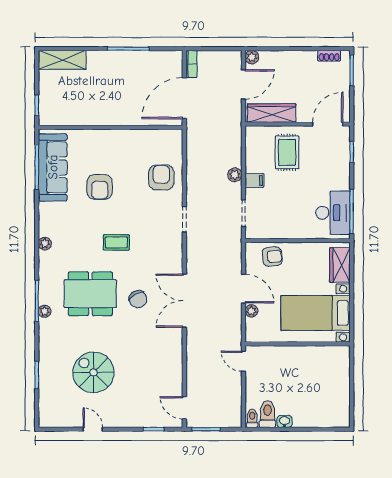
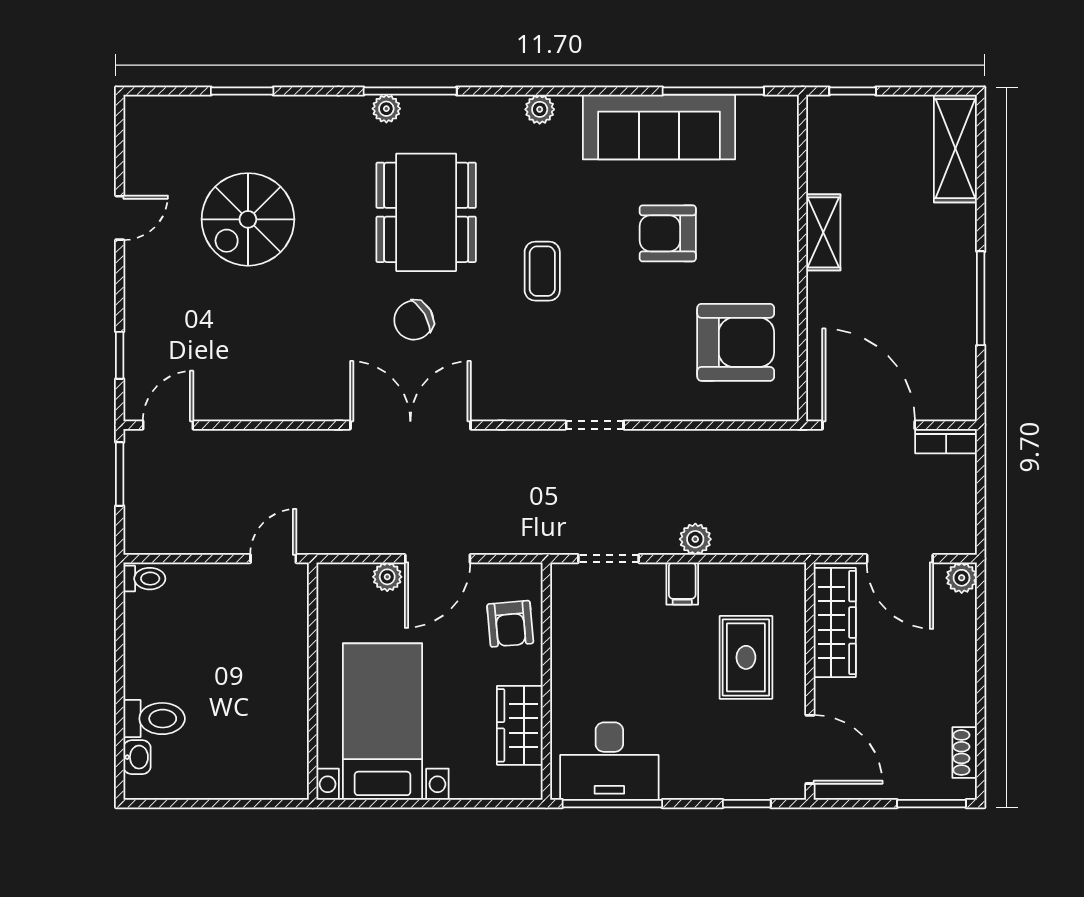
shelving: (99, 118) -> (823, 232), added
rug: (287, 152) -> (746, 657), turned 90
sofa: (53, 167) -> (659, 127), moved
armchair: (161, 177) -> (736, 342), moved, width x1.36, depth x1.36
wardrobe: (340, 265) -> (520, 725), moved, turned -90
spiral stairs: (93, 372) -> (248, 219), turned 180
toilet: (267, 414) -> (154, 719), moved
washbasin: (284, 421) -> (137, 757), moved

